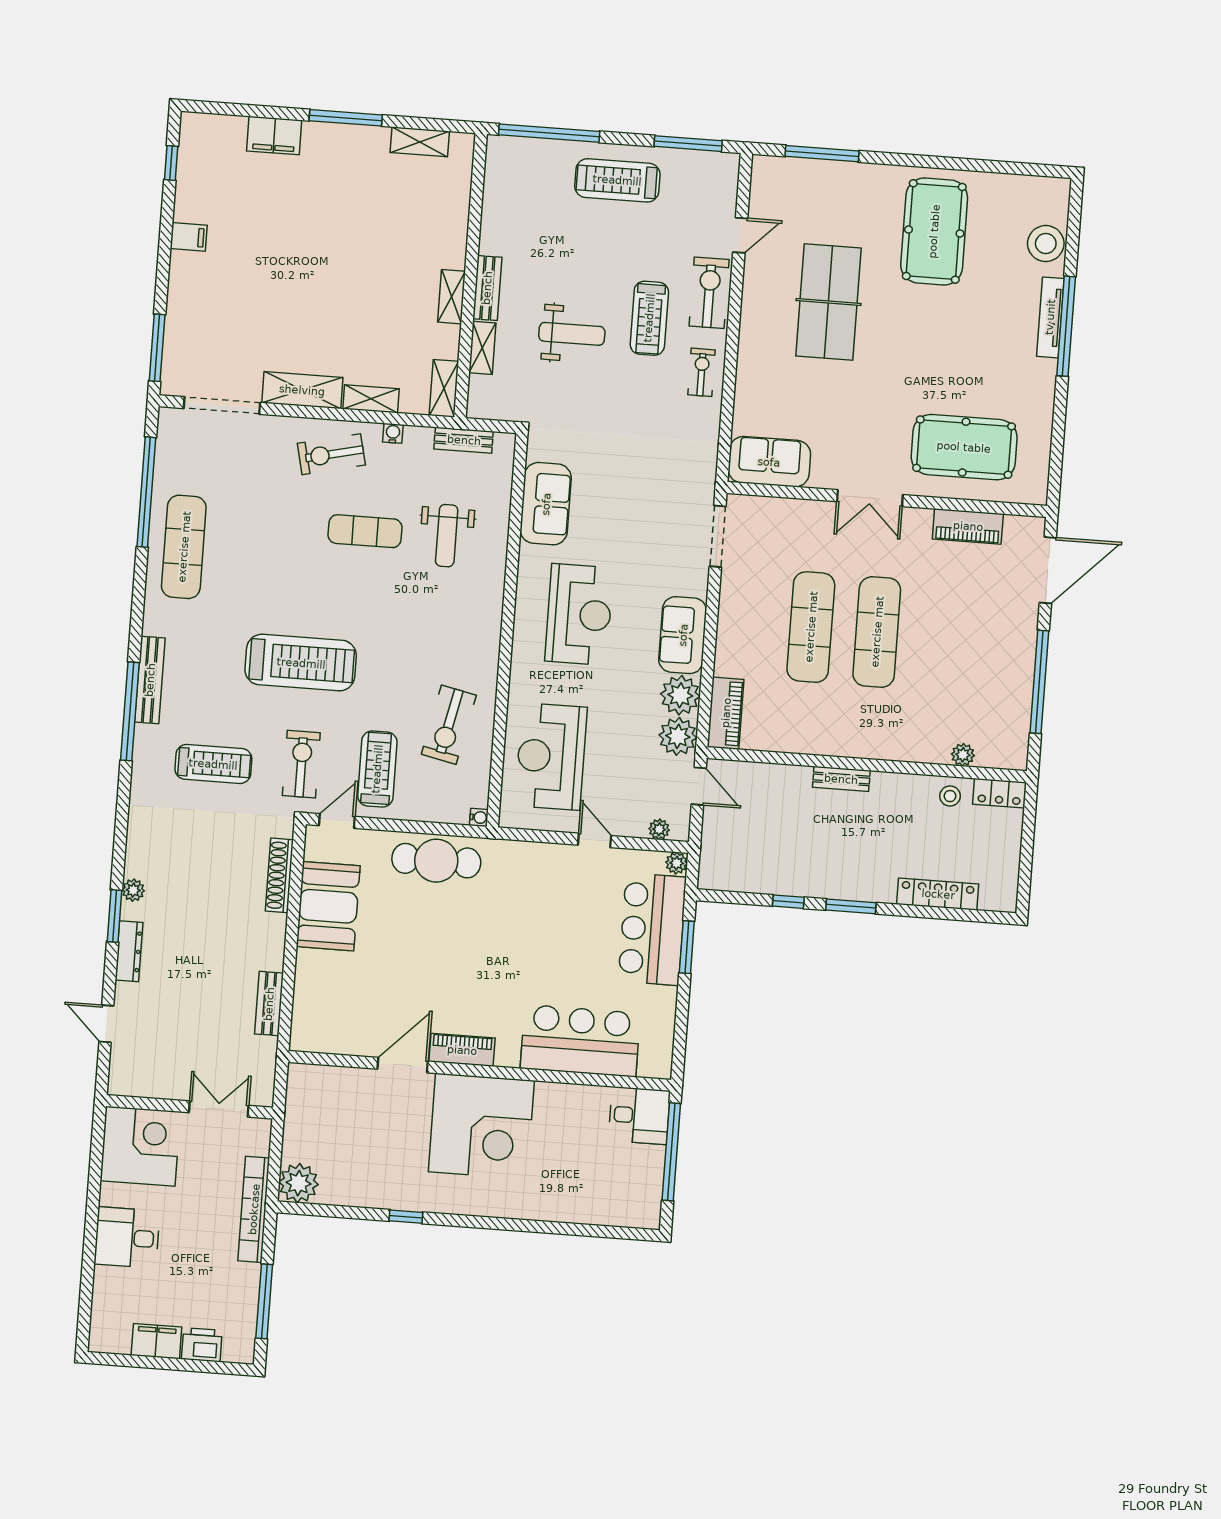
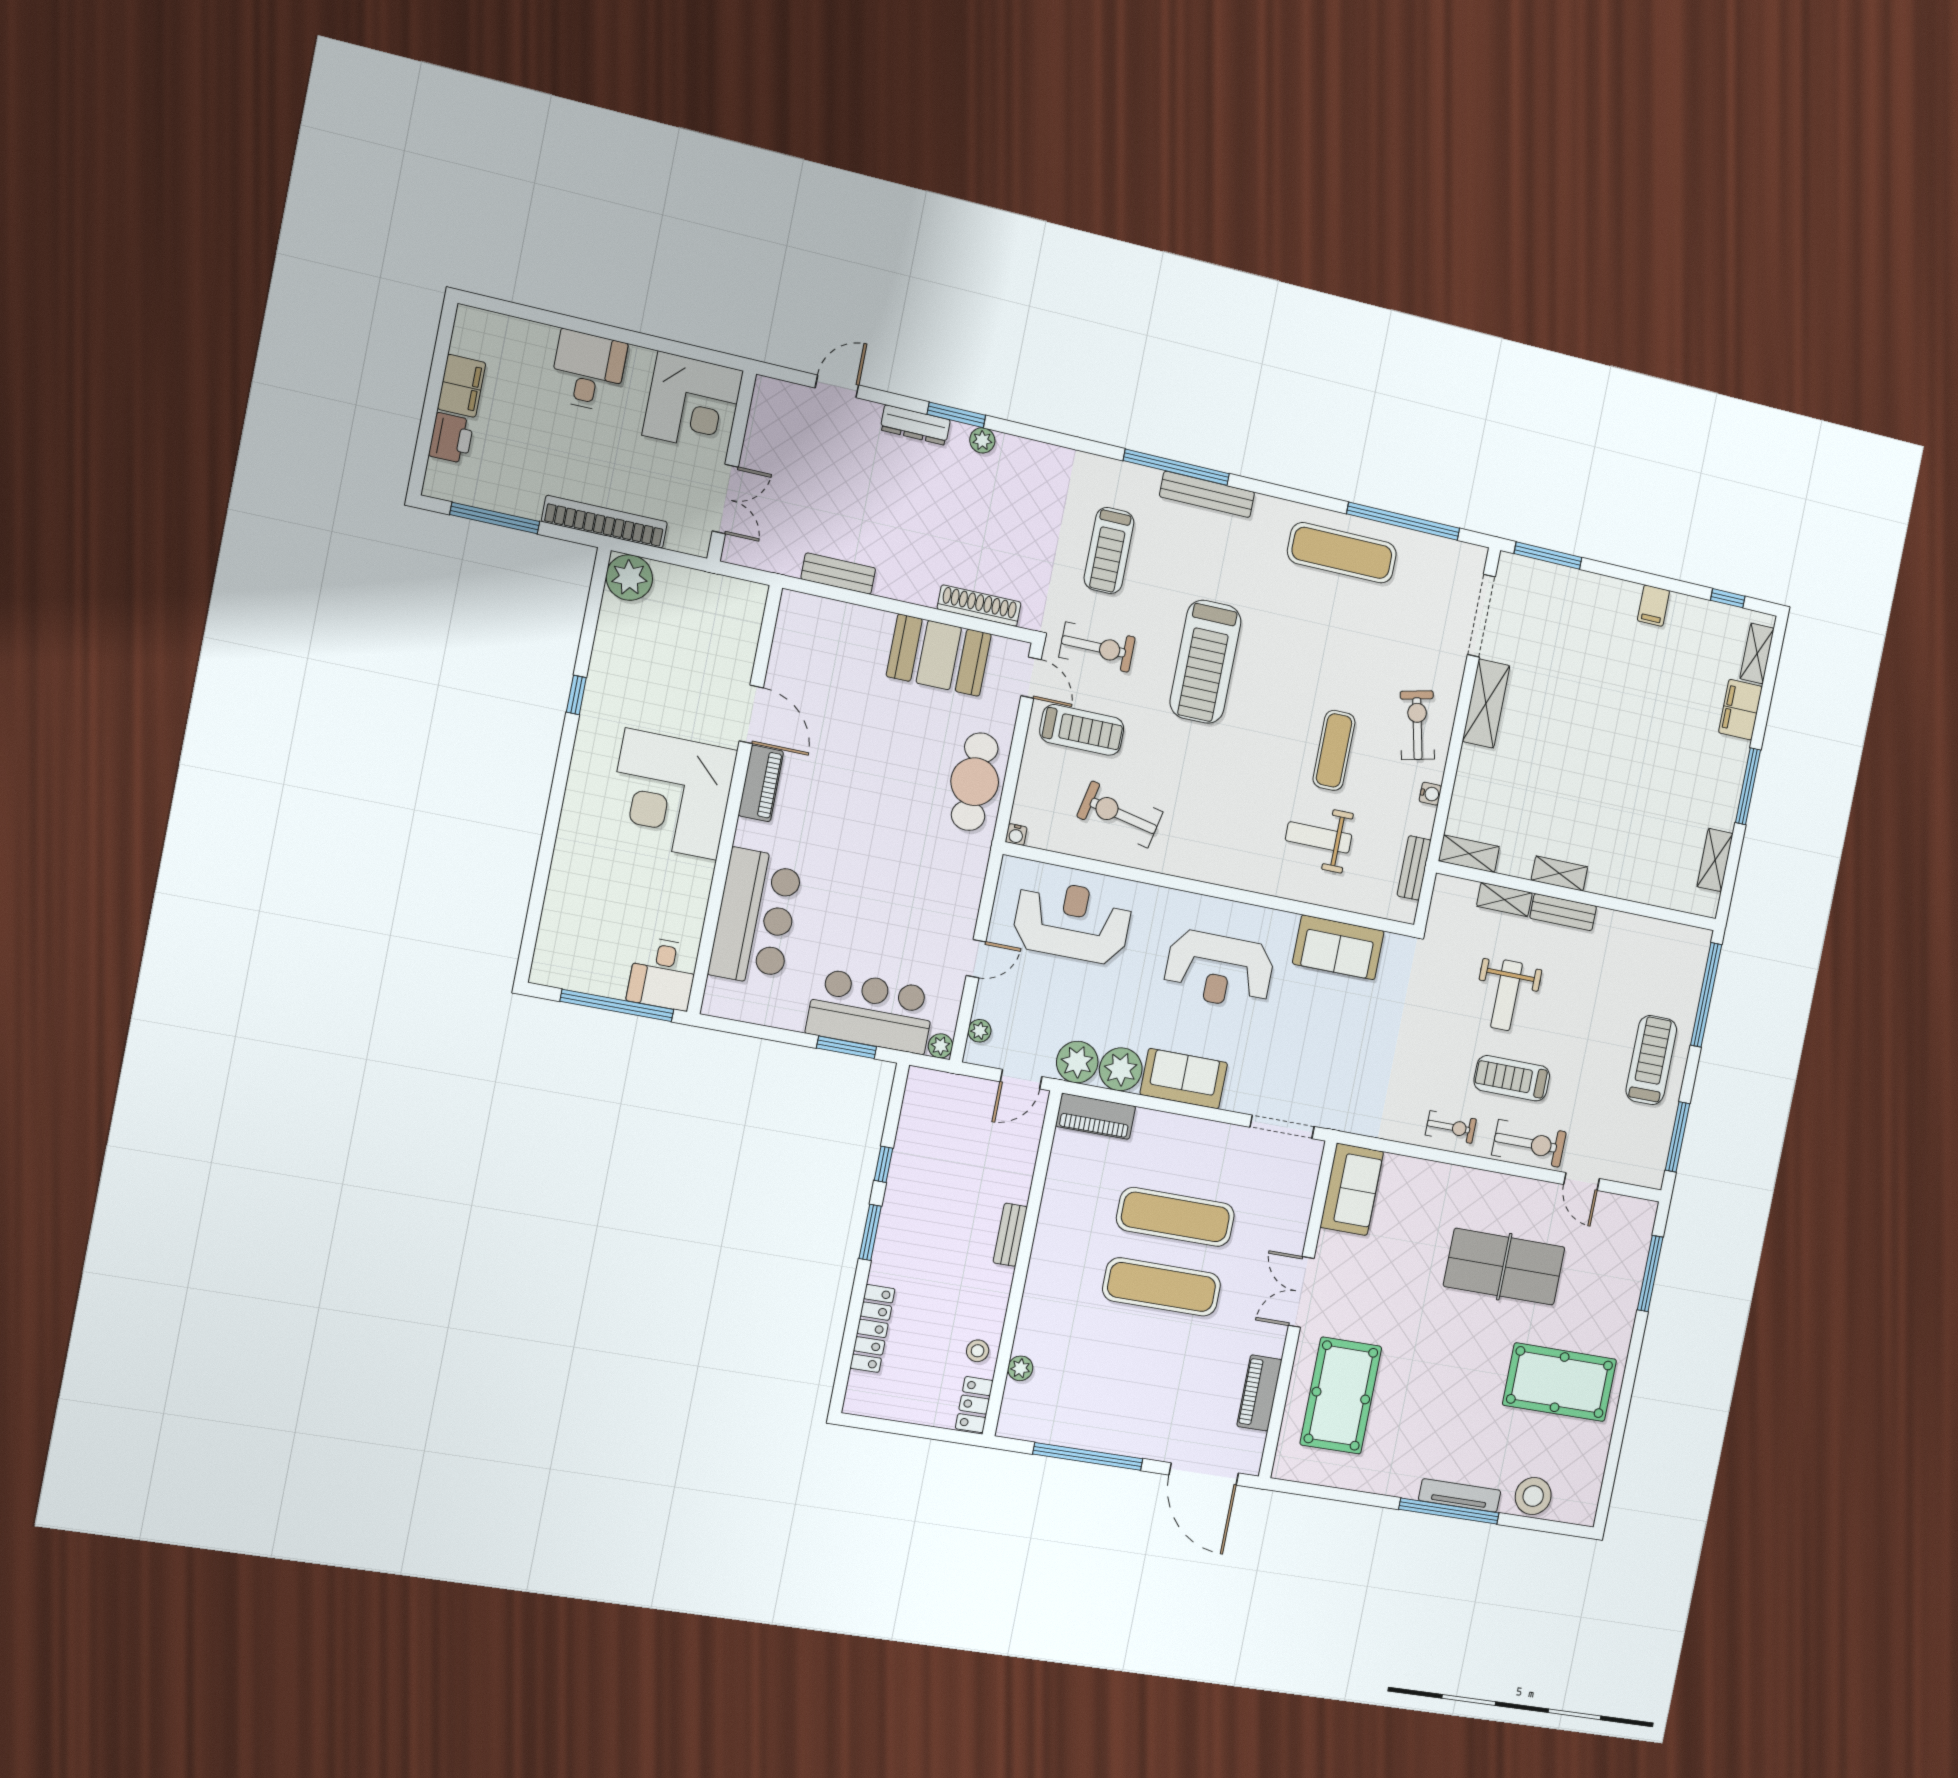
shelving: (371, 399) -> (1757, 653), moved

